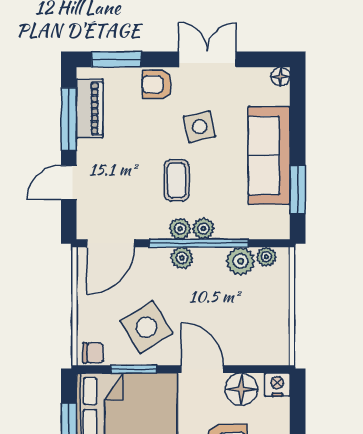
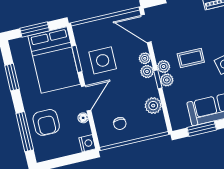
window: (199, 243) -> (158, 79), width x0.32
plant: (266, 257) -> (145, 58), moved
side table: (146, 327) -> (103, 60), turned 32
chair: (93, 353) -> (120, 124), moved
floor lamp: (241, 389) -> (83, 118), width x0.53, depth x0.53

